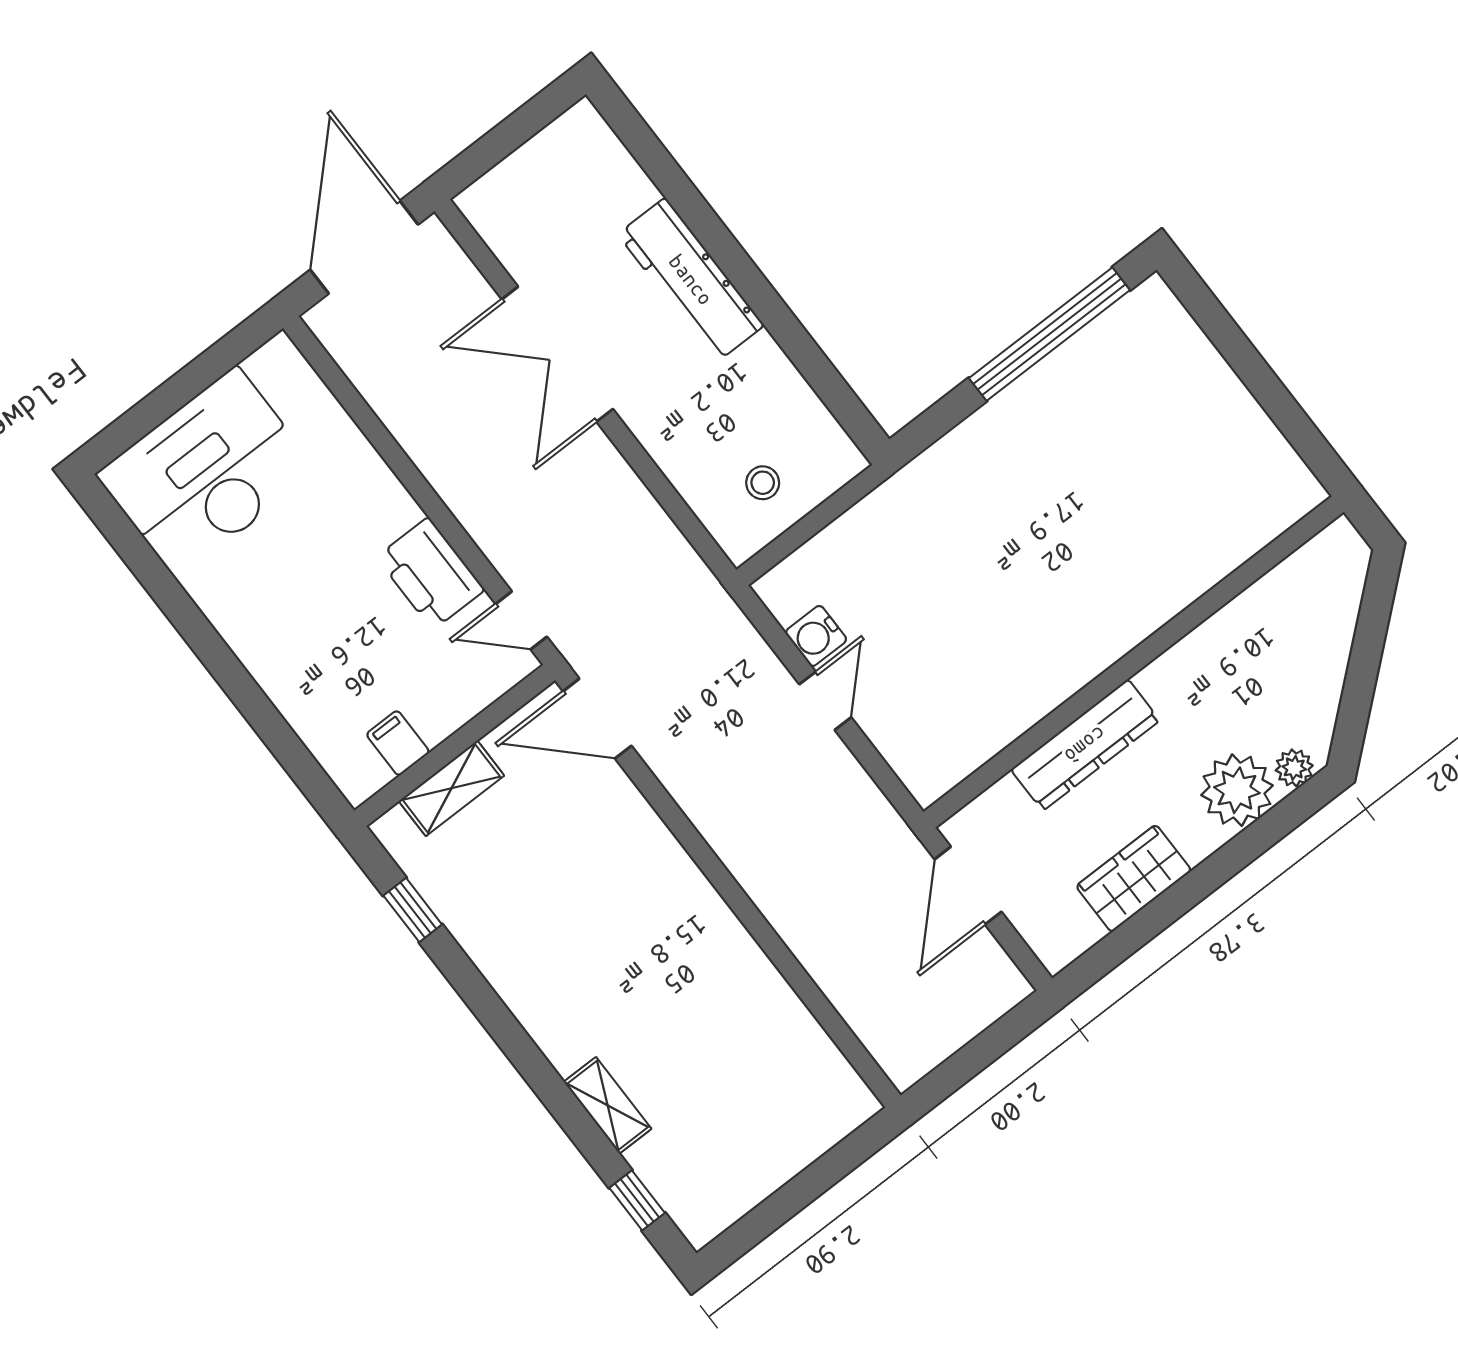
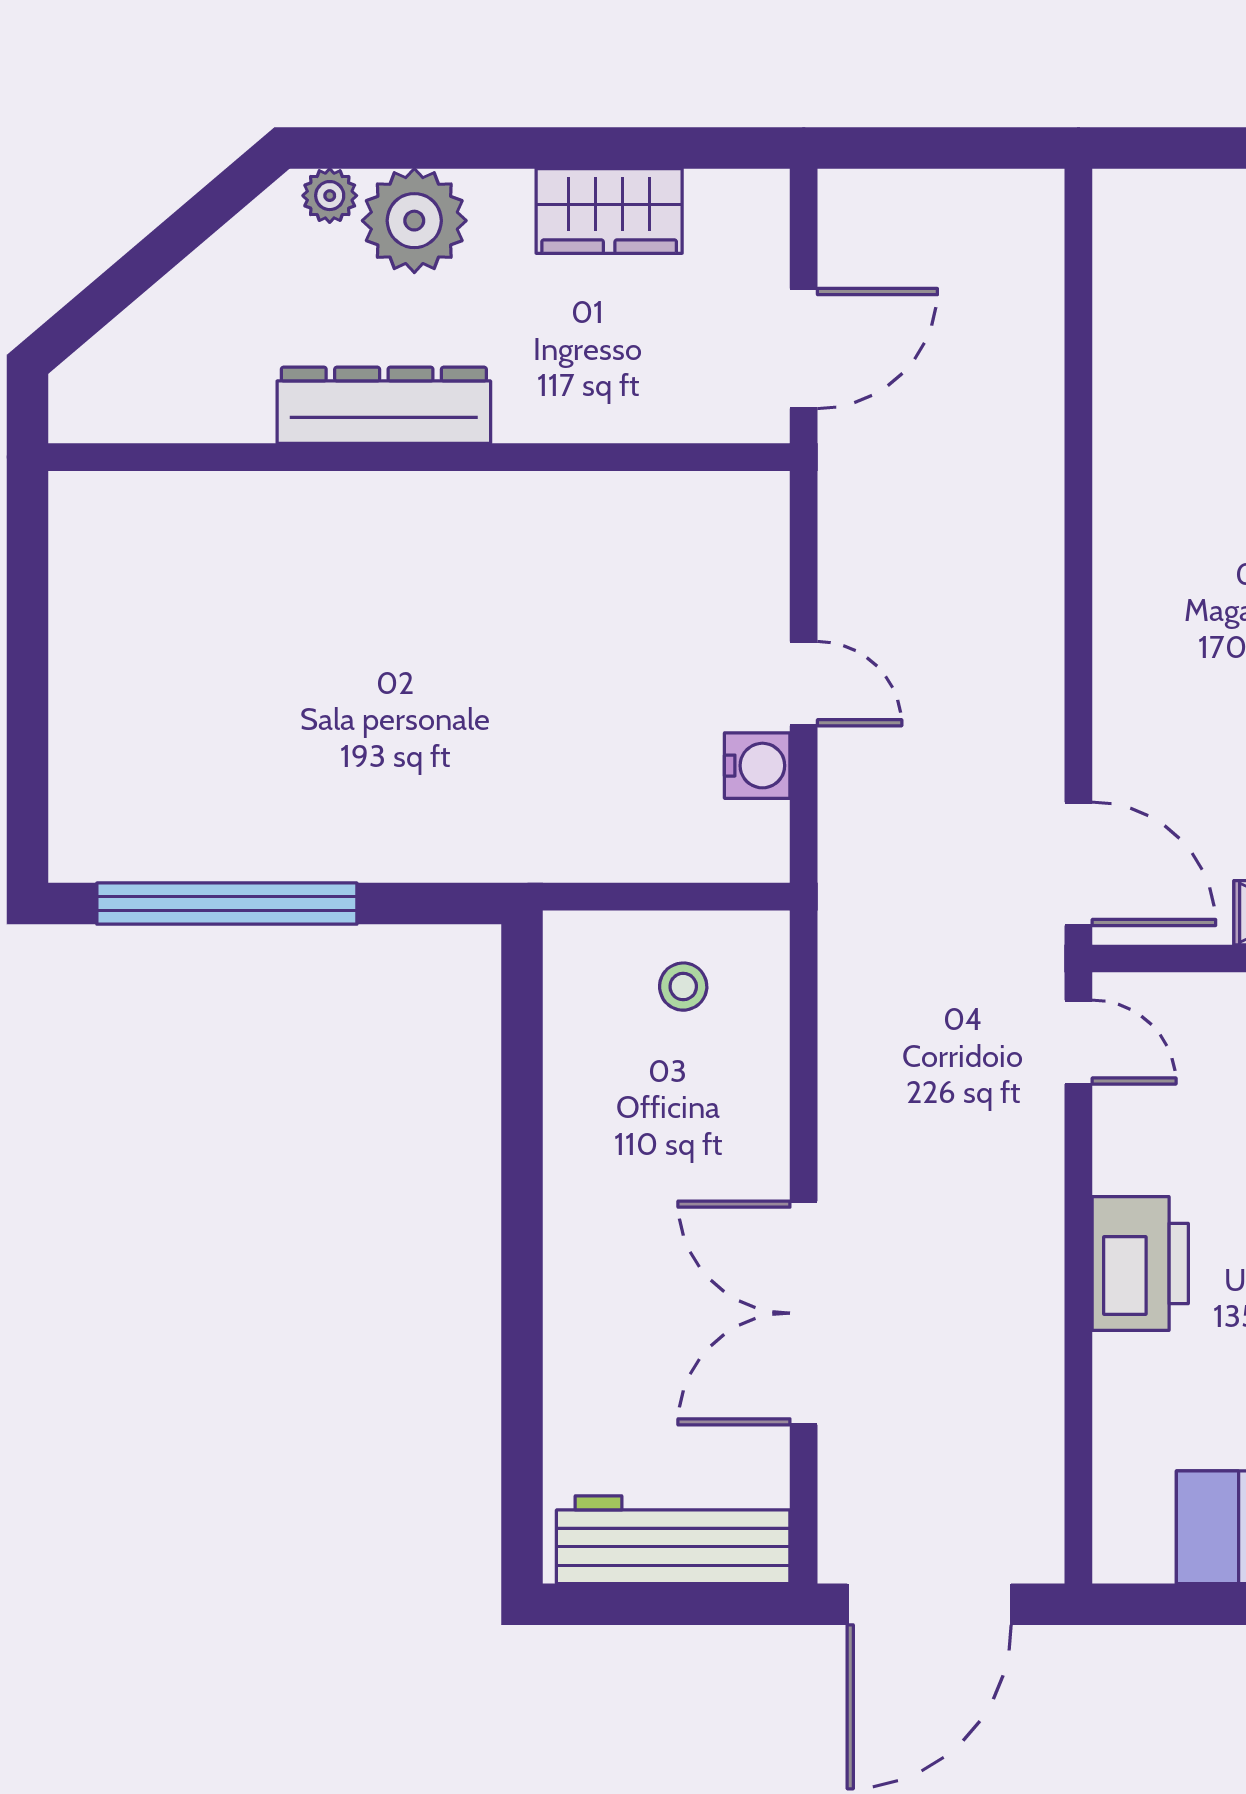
workbench: (691, 280) -> (673, 1540), moved, turned -90
double door: (557, 354) -> (804, 1313), swing flipped
printer: (431, 573) -> (1140, 1263), moved
door: (825, 701) -> (804, 684), swing flipped
dresser: (1085, 745) -> (384, 405), moved

